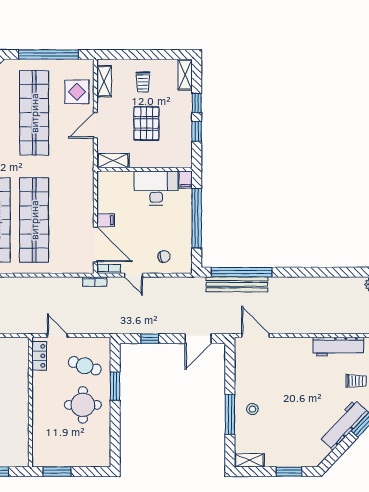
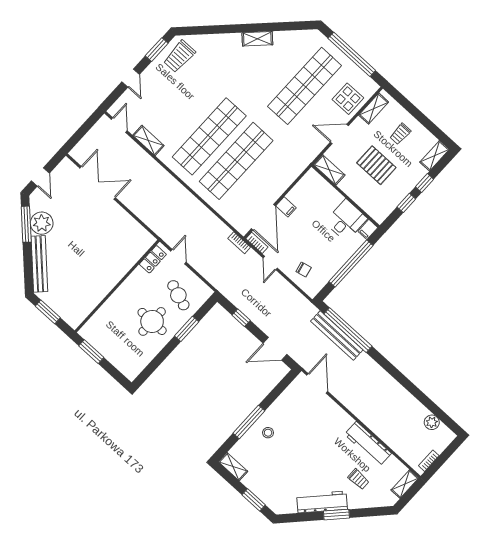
pallet: (146, 123) -> (376, 165), turned 90
desk: (156, 188) -> (346, 220), width x0.73

